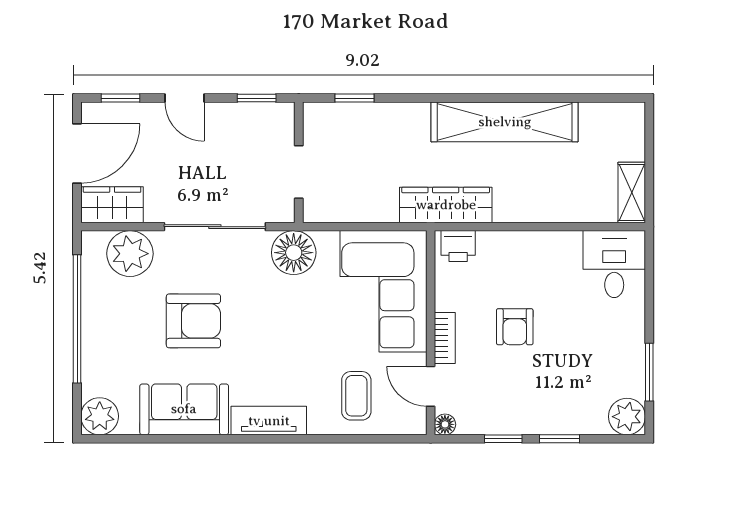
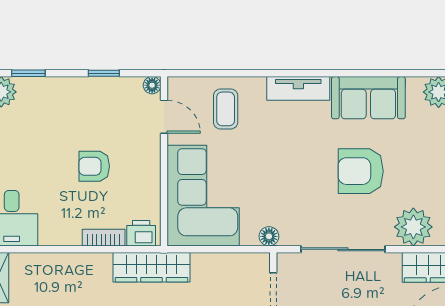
floor lamp: (294, 253) -> (269, 236), width x0.53, depth x0.53
armchair: (515, 327) -> (94, 166), turned -90
bookcase: (445, 338) -> (104, 238), moved, turned 90
window: (560, 439) -> (28, 73), moved

